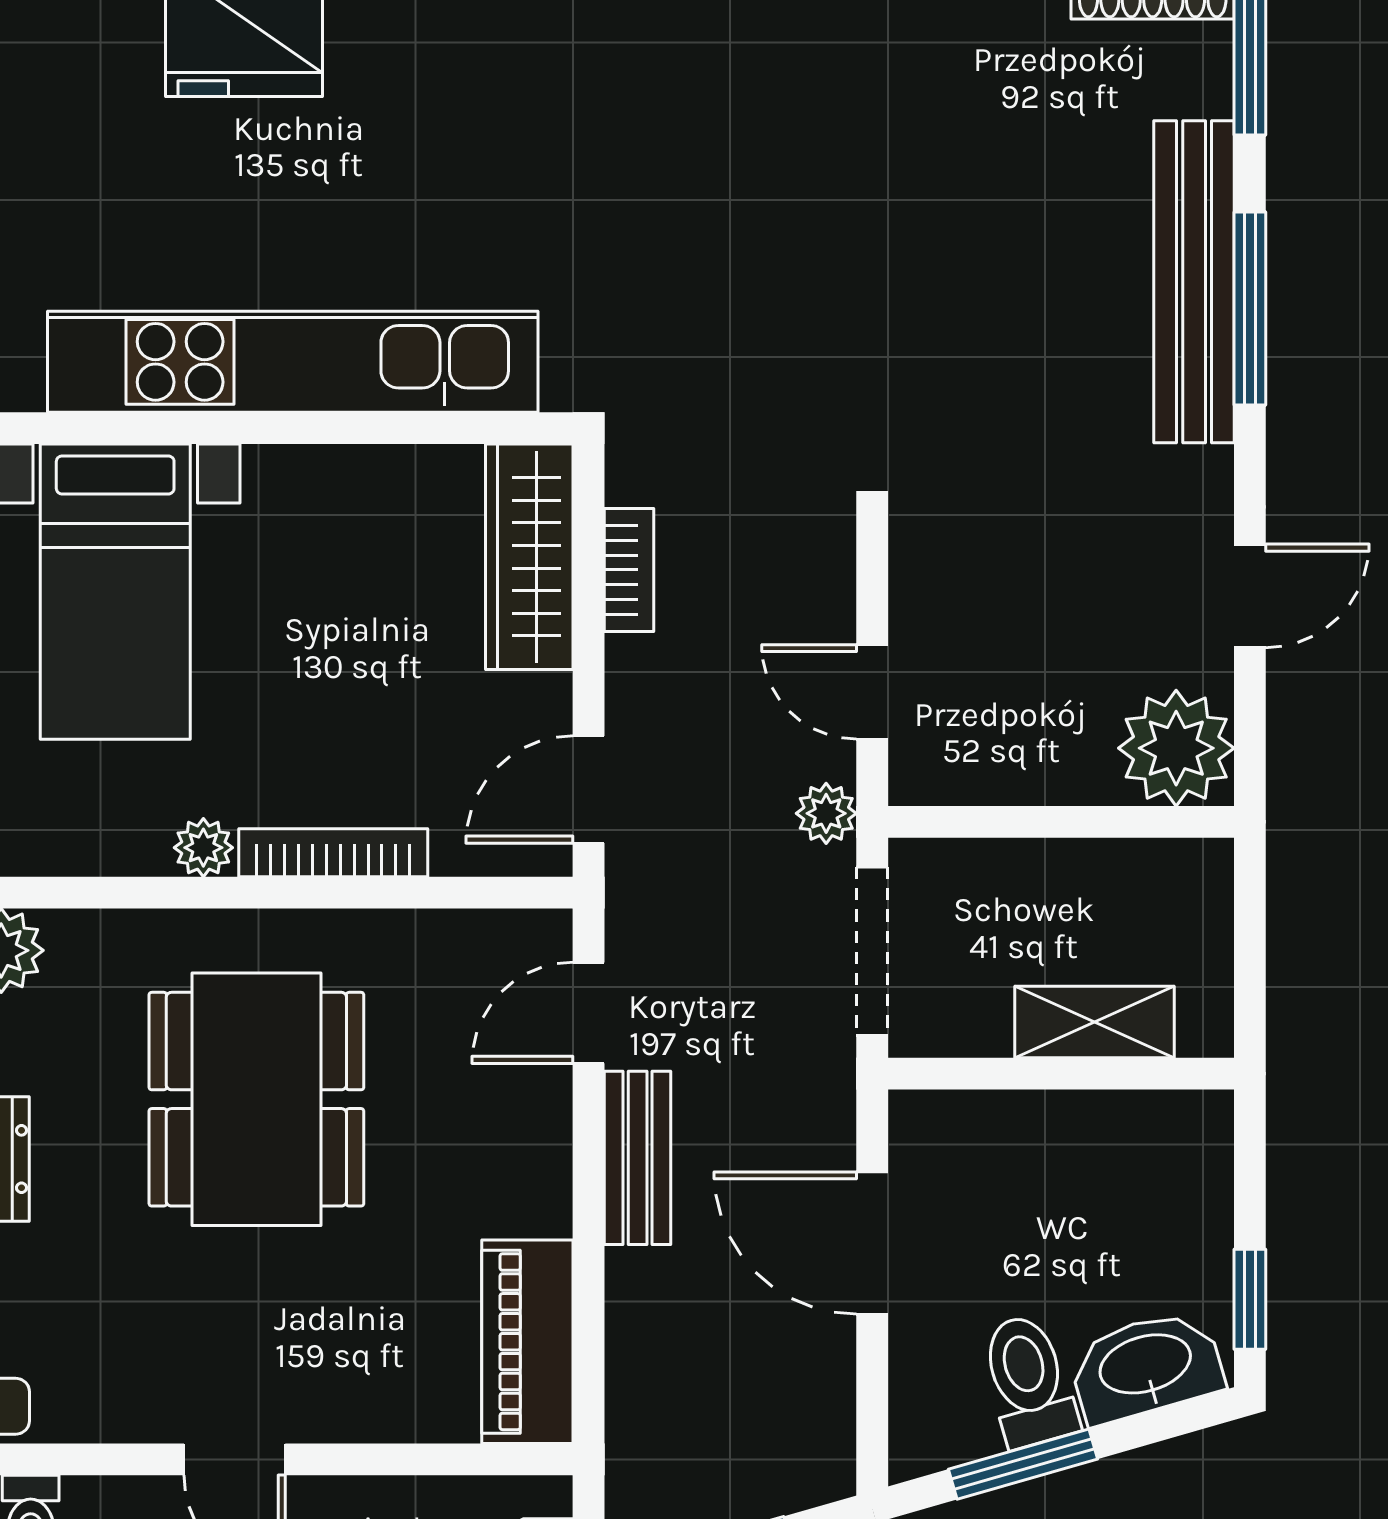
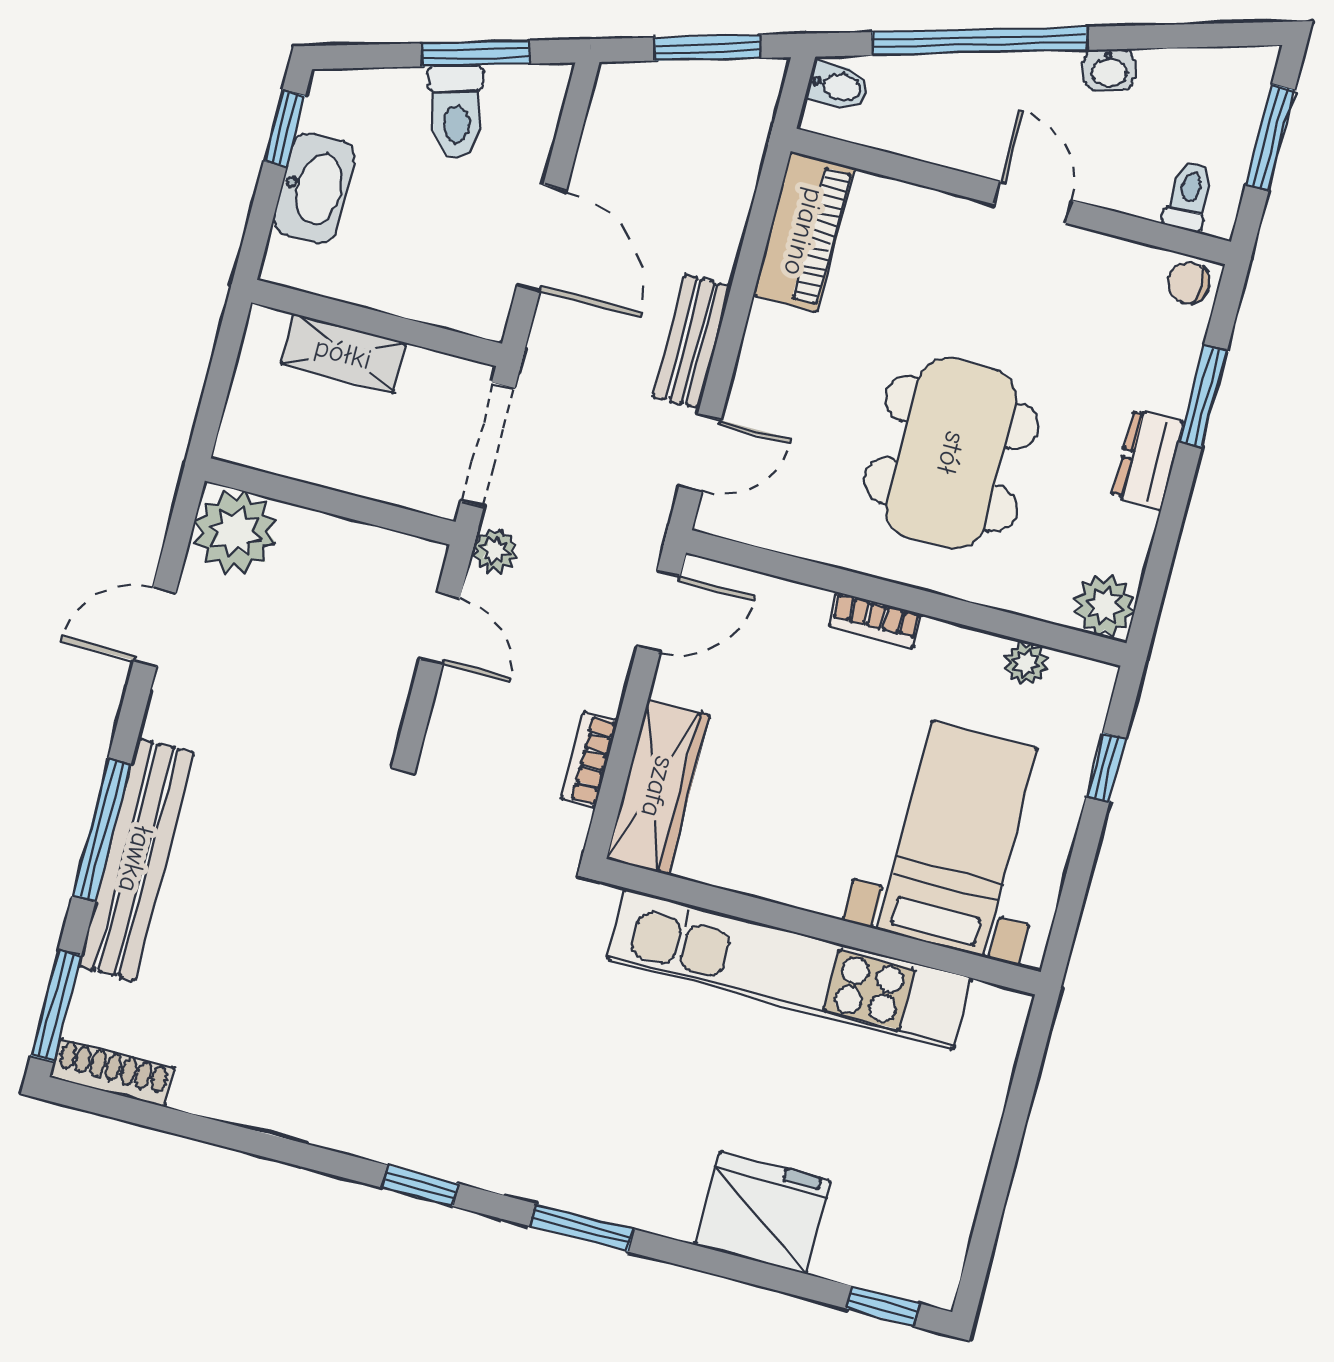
plant: (203, 848) -> (1026, 663), moved
bookcase: (333, 853) -> (875, 620), width x0.64
washbasin: (1146, 1366) -> (314, 188), moved, turned -74

